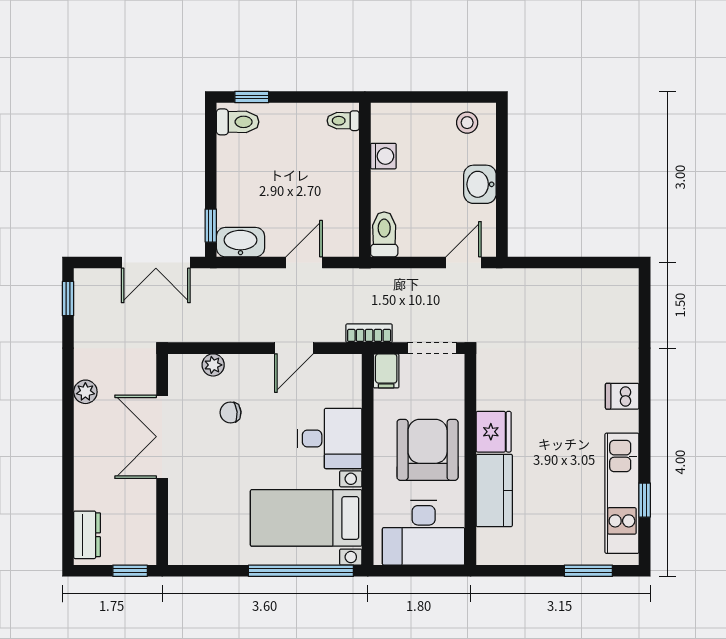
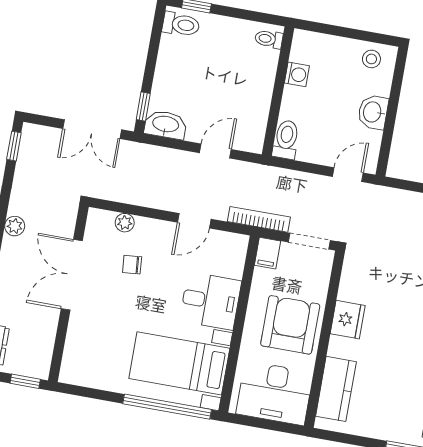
bookcase: (369, 333) -> (259, 219), width x1.56
kitchen counter: (494, 490) -> (336, 389), moved

